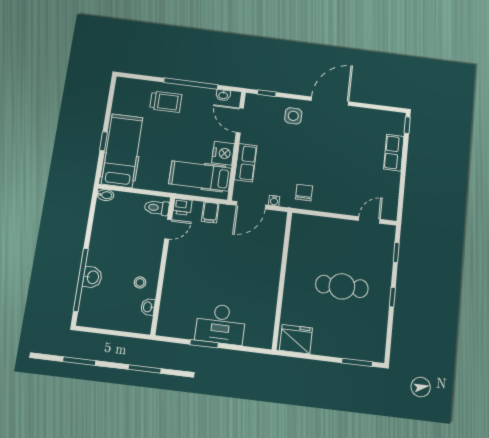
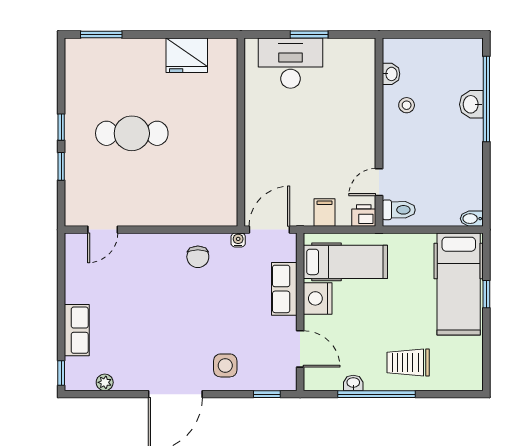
washbasin: (223, 95) -> (353, 383), moved
plant: (378, 115) -> (105, 382), added
window: (396, 252) -> (61, 166), moved
wall: (282, 280) -> (241, 132), moved

